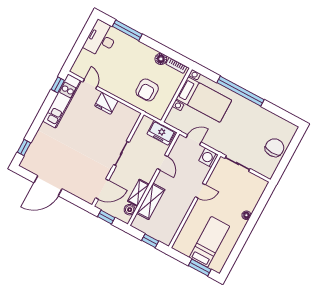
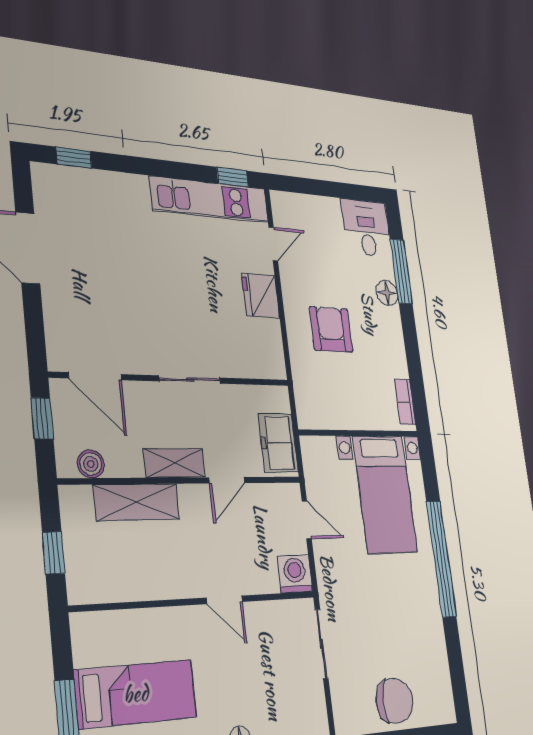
desk: (101, 39) -> (366, 228), width x0.73
floor lamp: (161, 59) -> (387, 293), moved
armchair: (147, 90) -> (331, 329), moved, turned 90
shelving: (138, 193) -> (174, 463), moved

